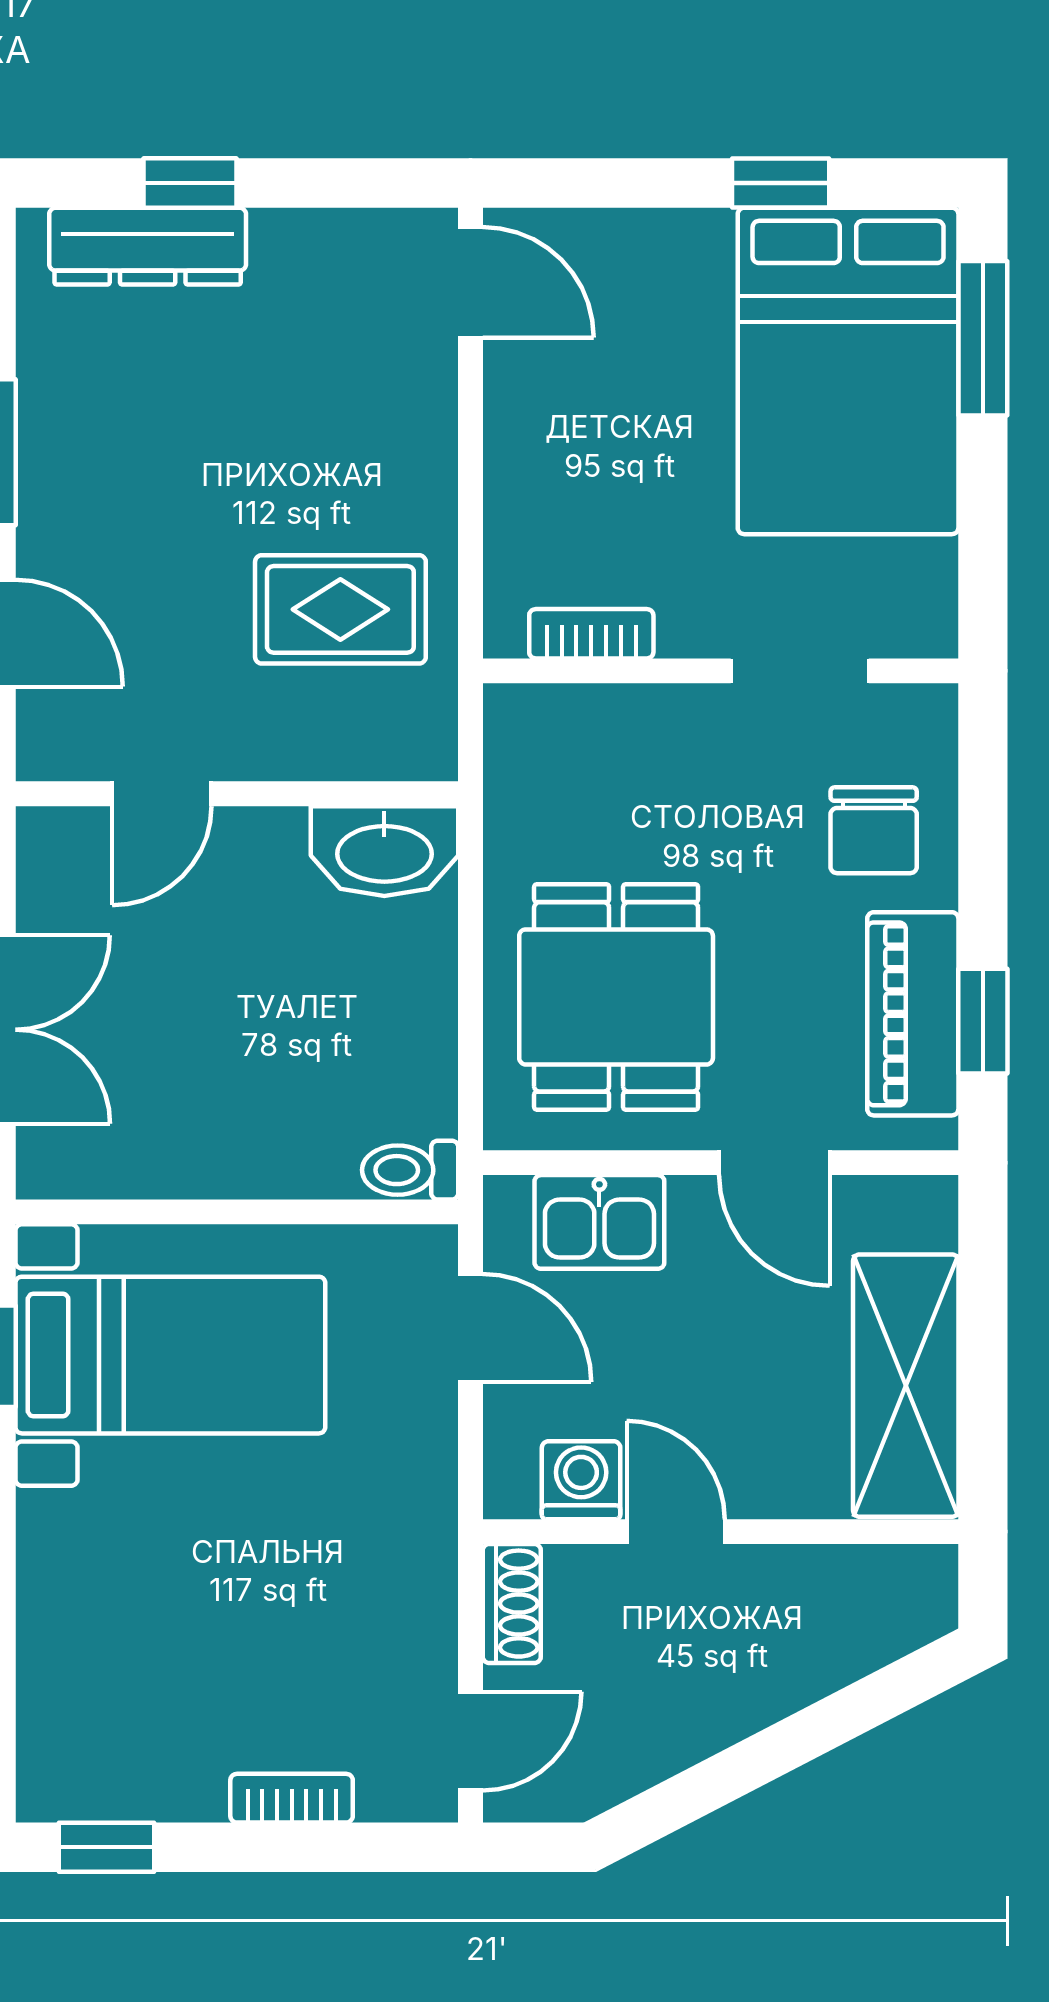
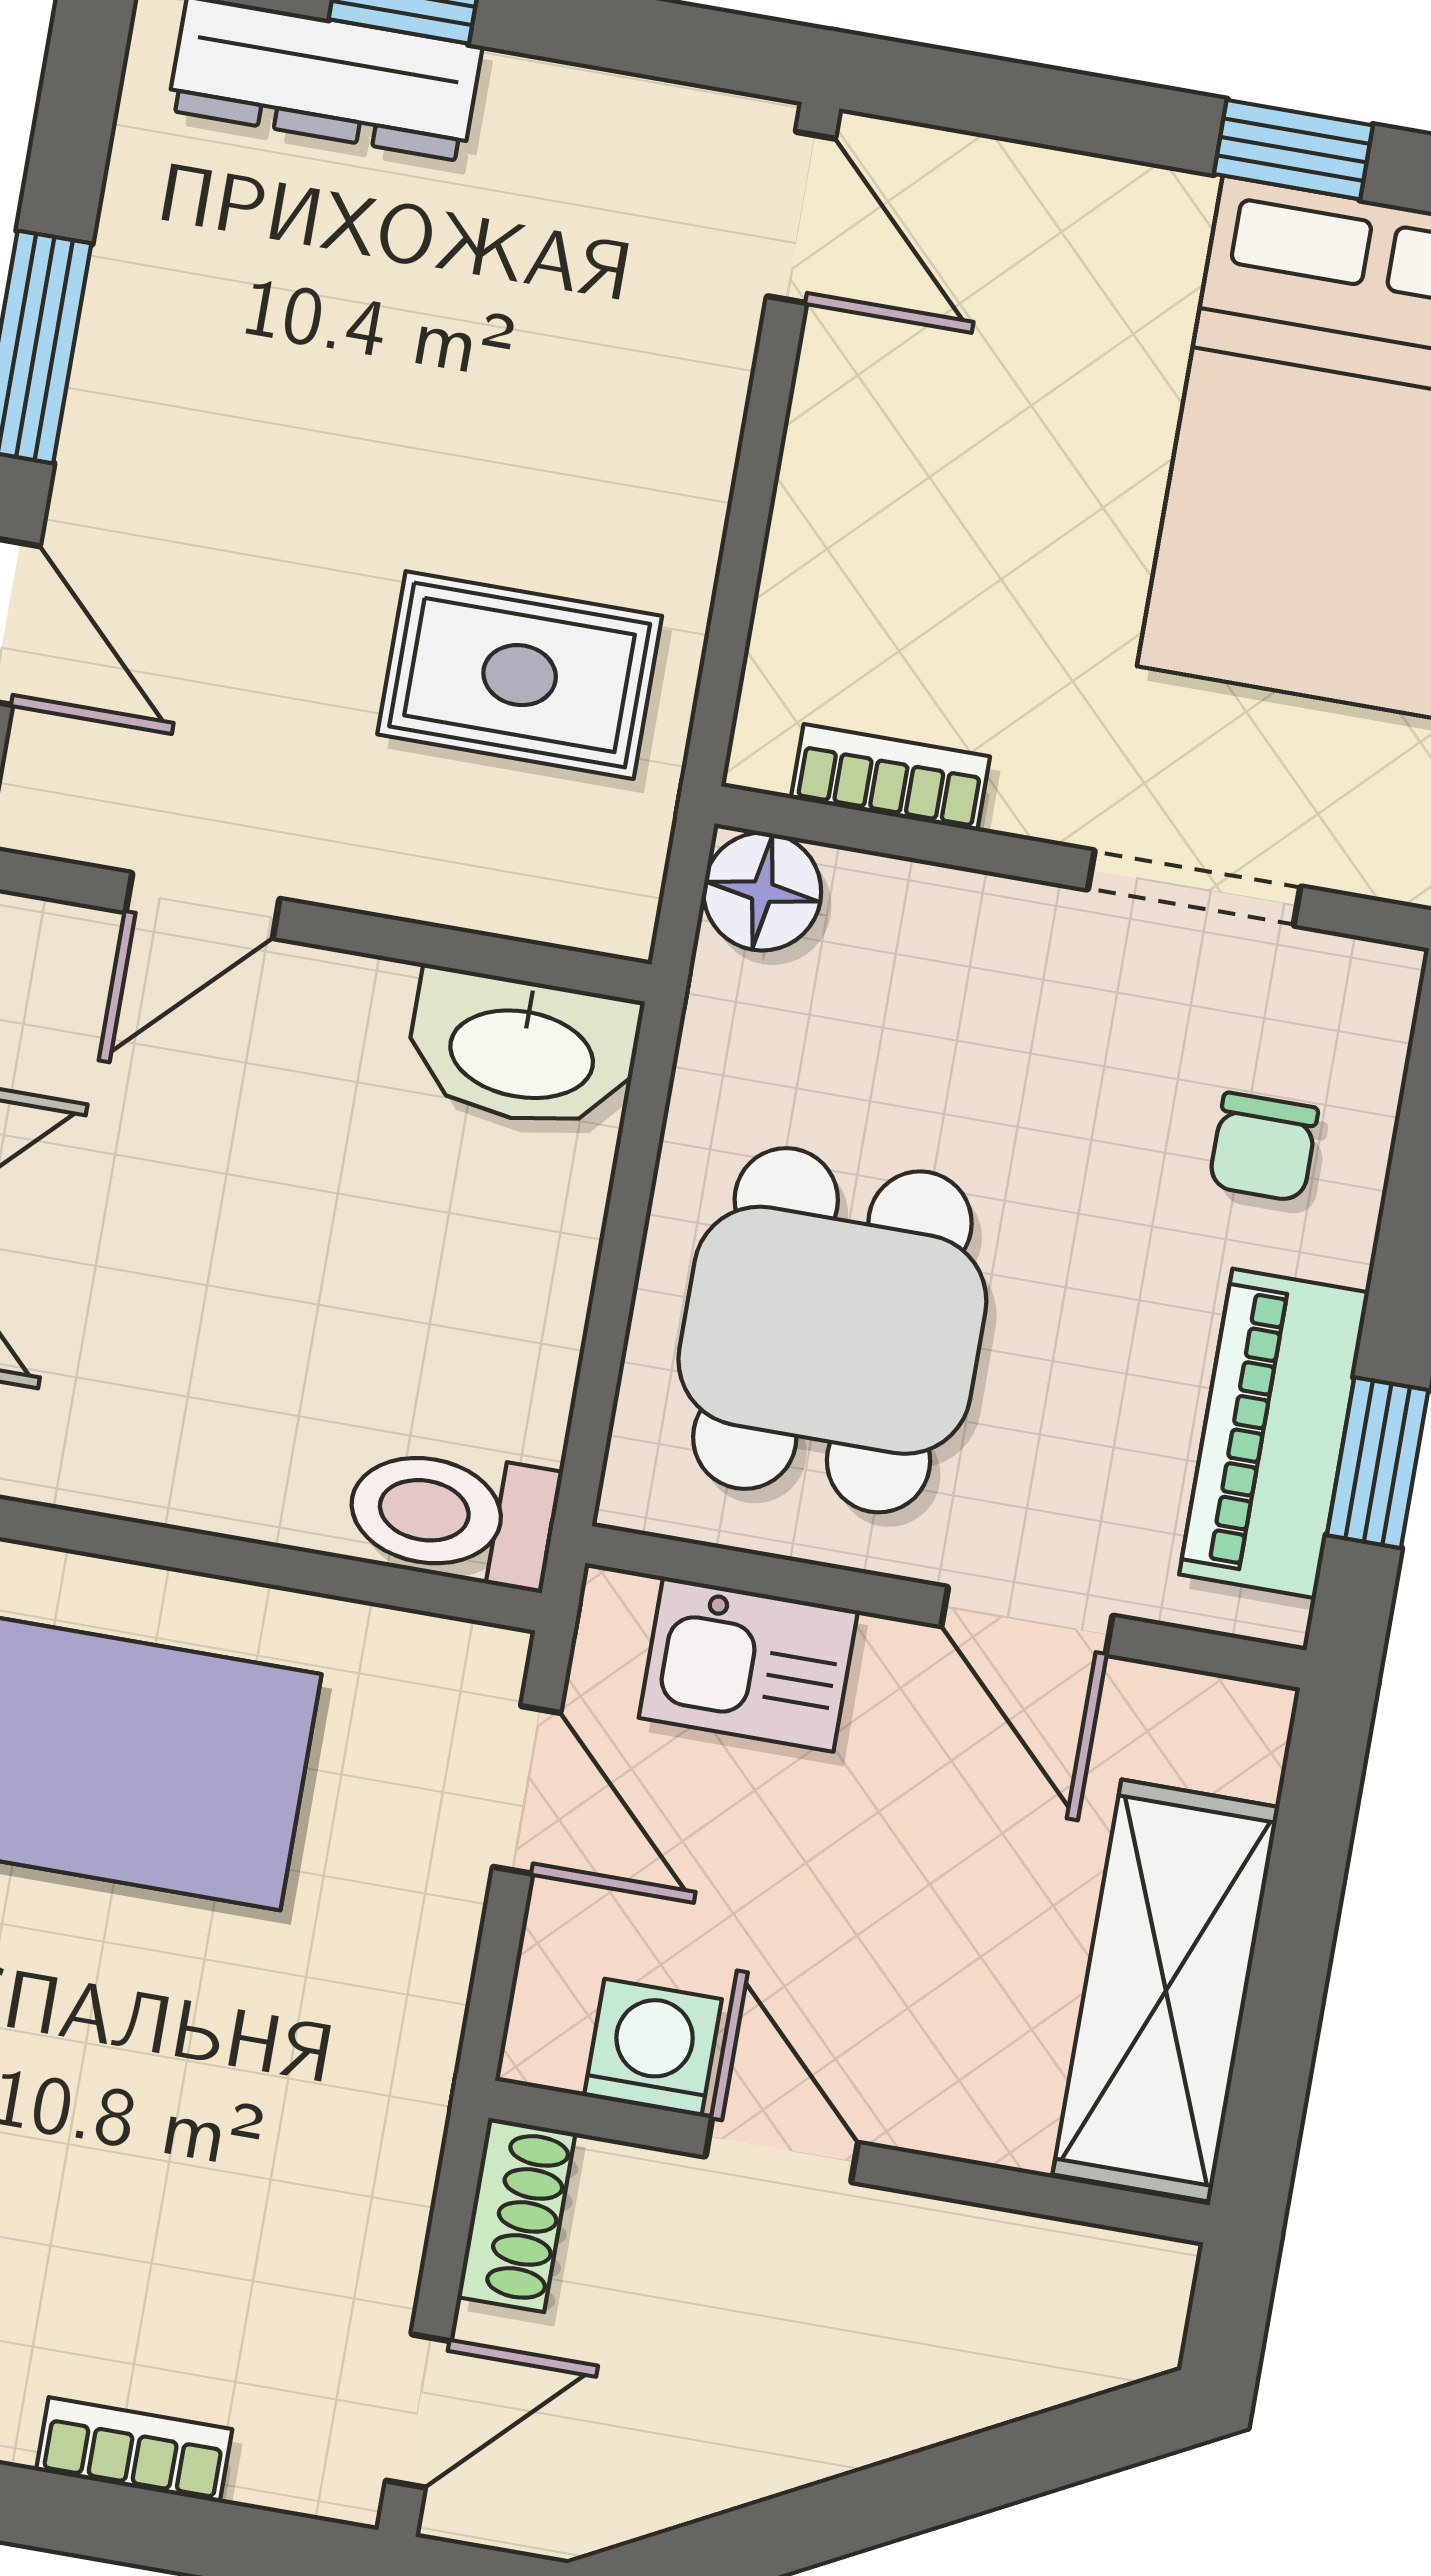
floor lamp: (521, 722) -> (762, 892), added
chair: (874, 830) -> (1263, 1147), width x0.73, depth x0.73
toilet: (410, 1170) -> (452, 1515), width x1.37, depth x1.39

